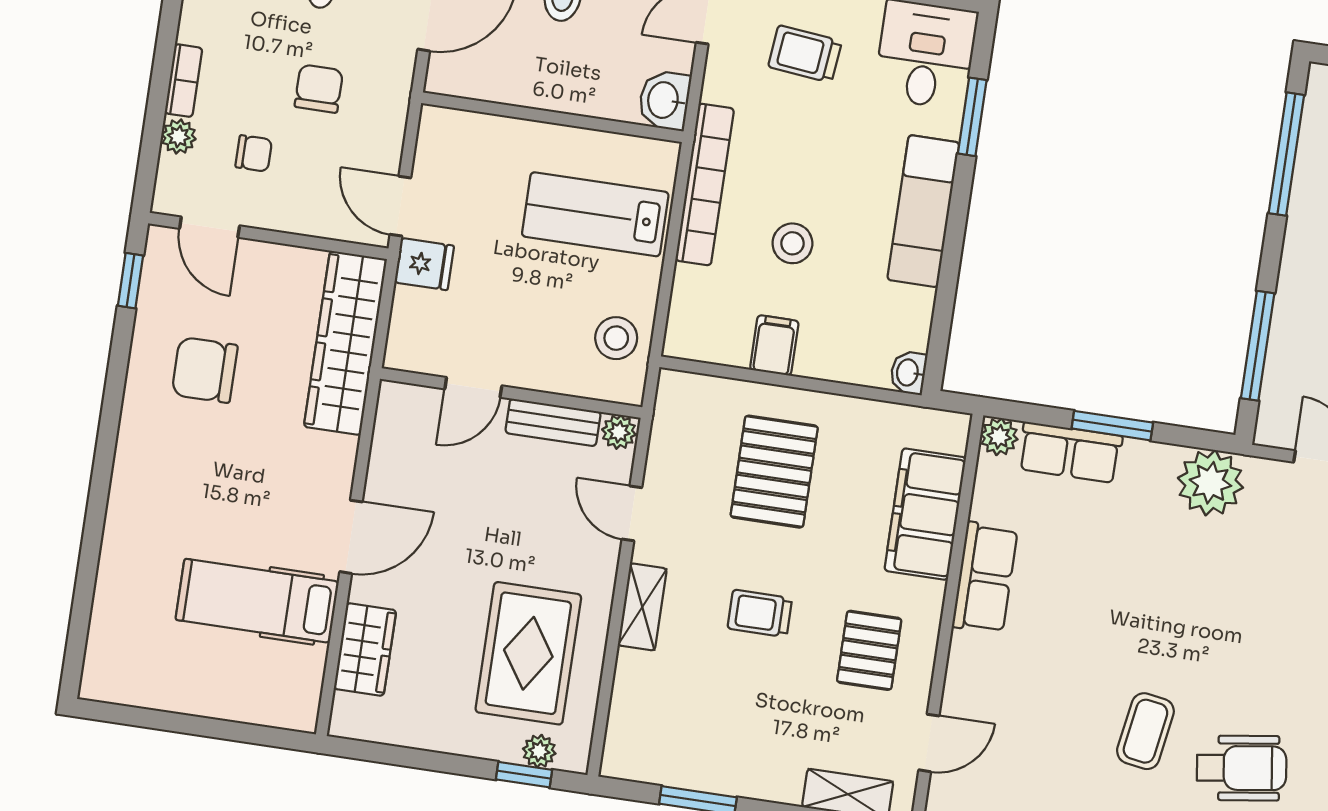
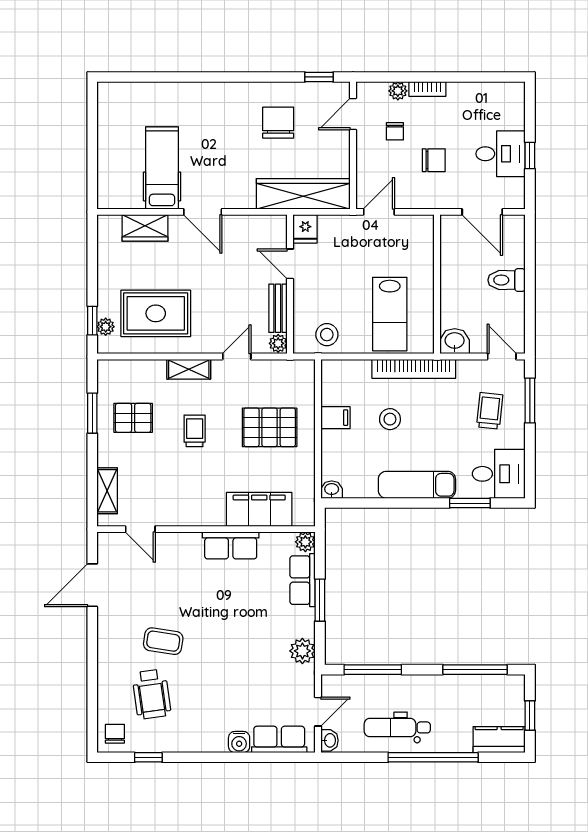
lab bench: (595, 214) -> (390, 314), turned 180
fridge: (424, 264) -> (305, 229), moved
plant: (1210, 483) -> (302, 651), width x0.73, depth x0.73
pallet: (869, 650) -> (133, 418), moved

